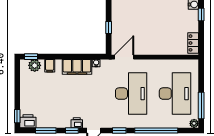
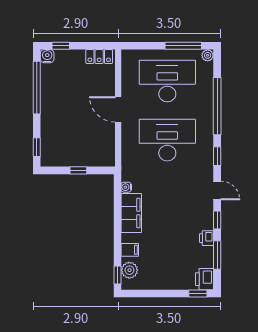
door: (124, 57) -> (118, 109), moved
printer: (77, 123) -> (207, 238), moved

